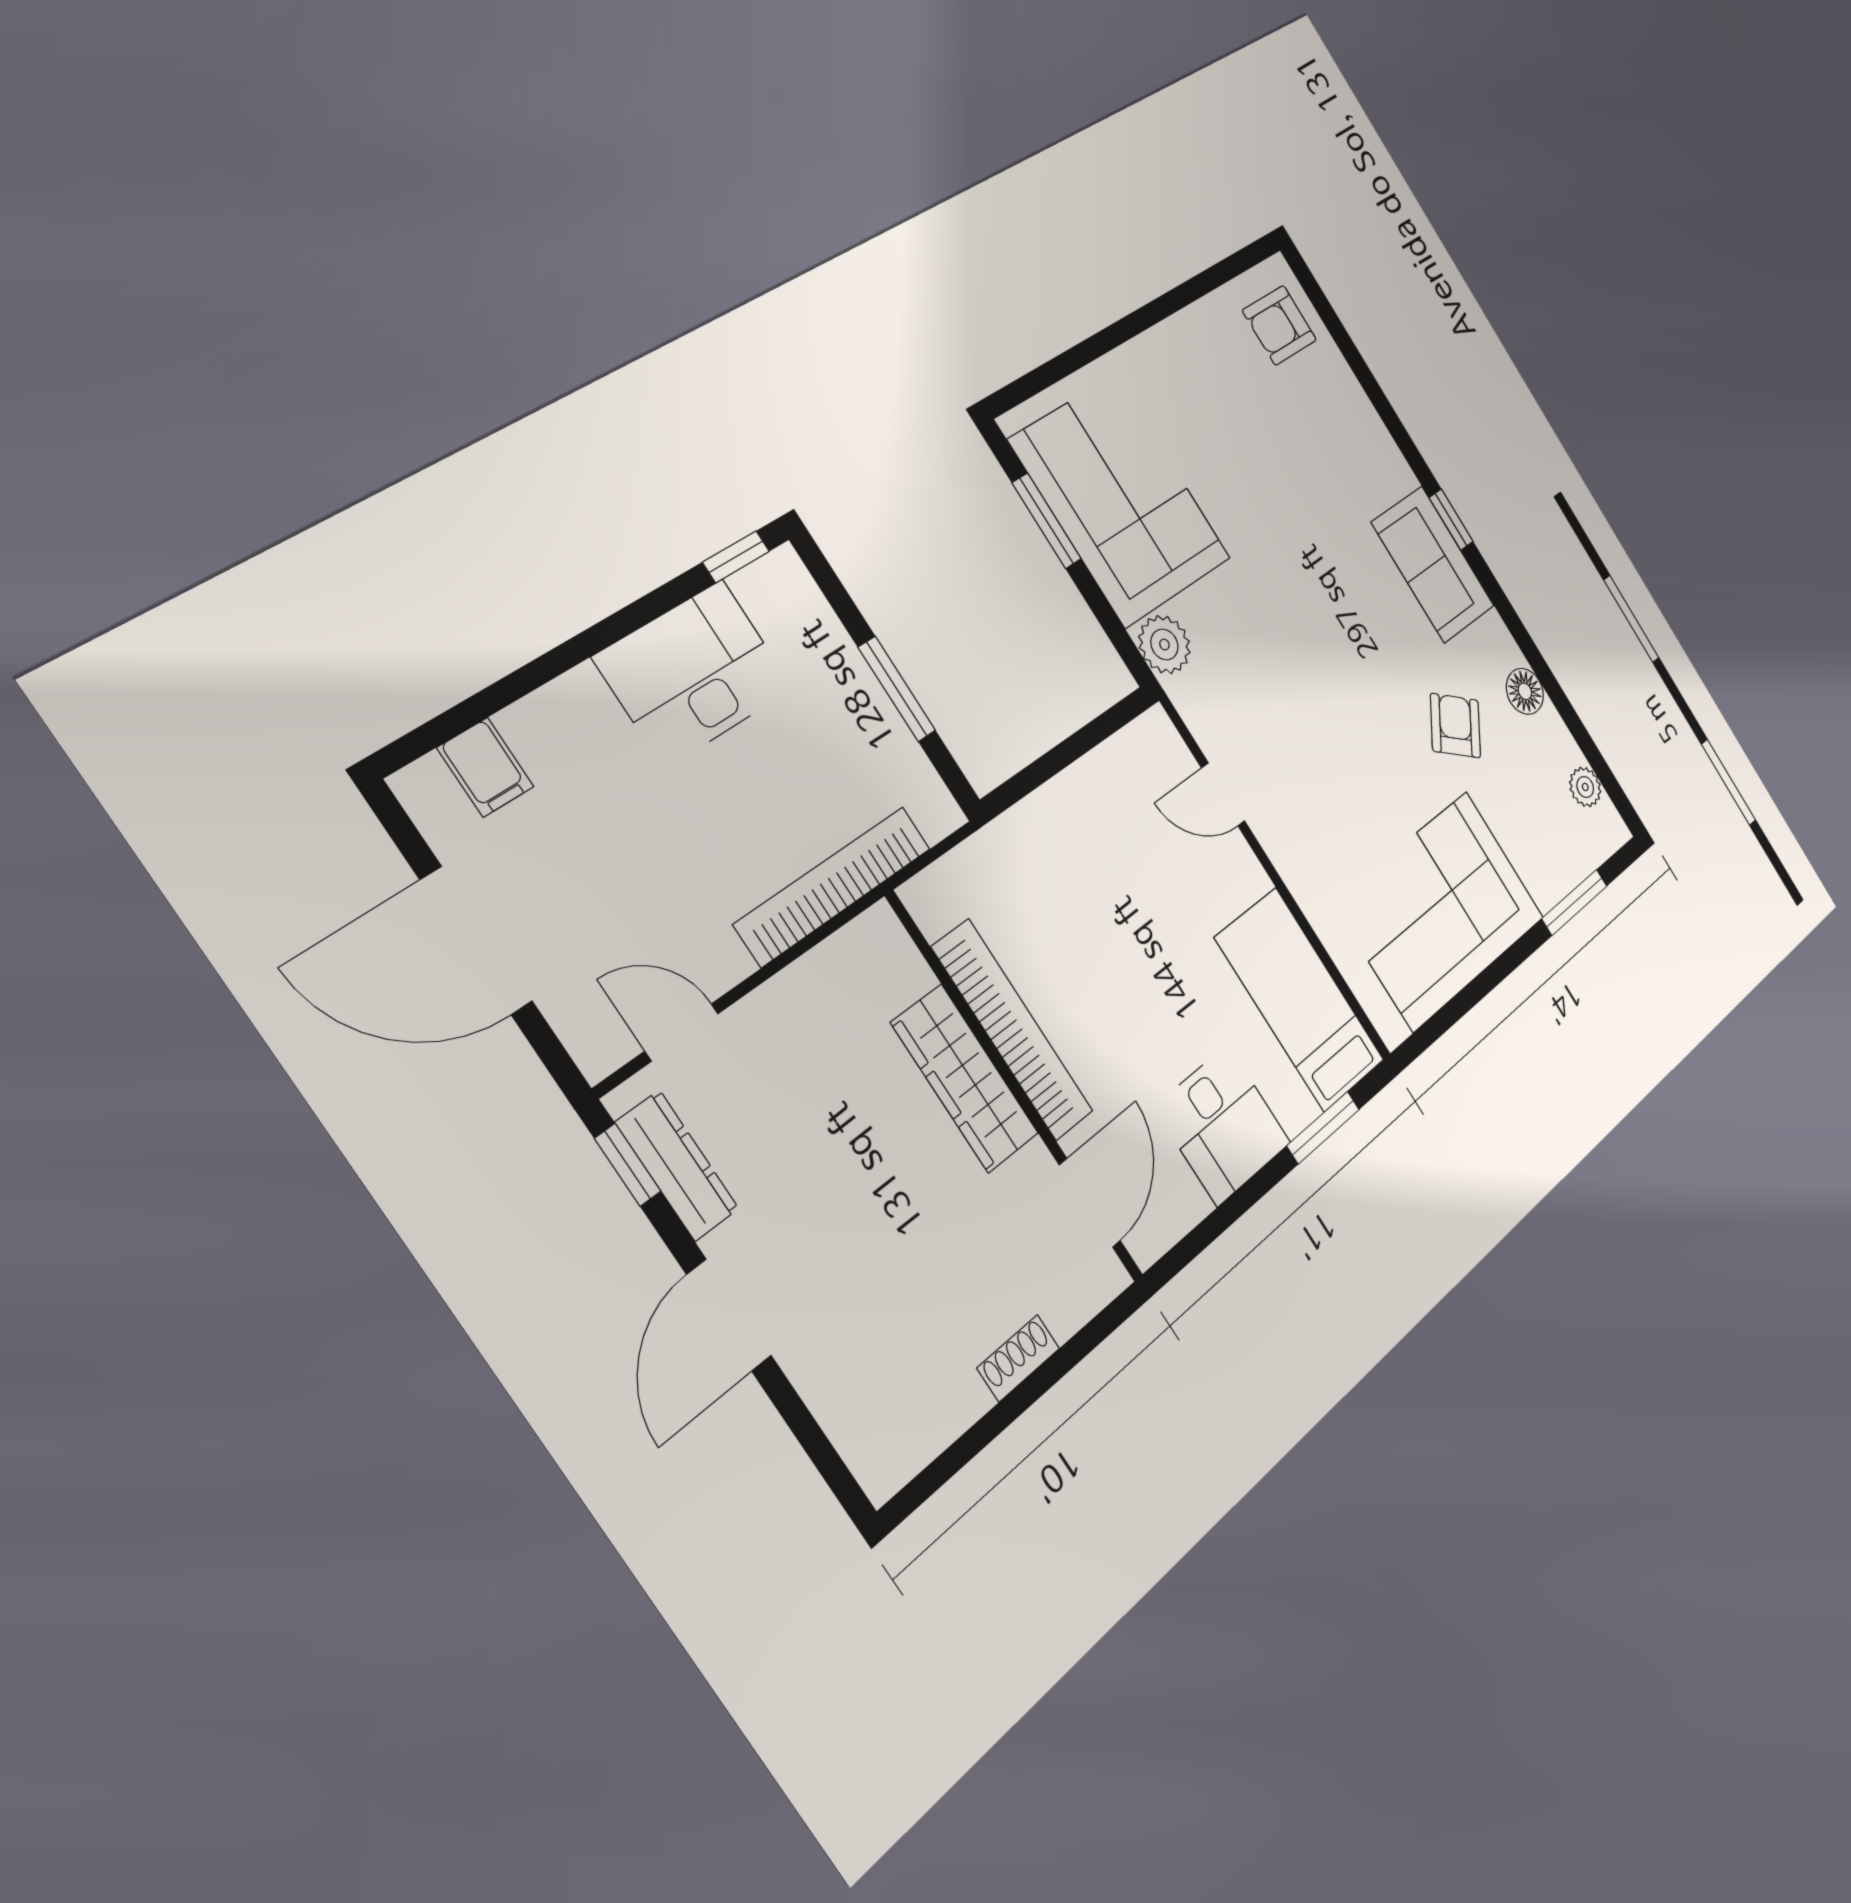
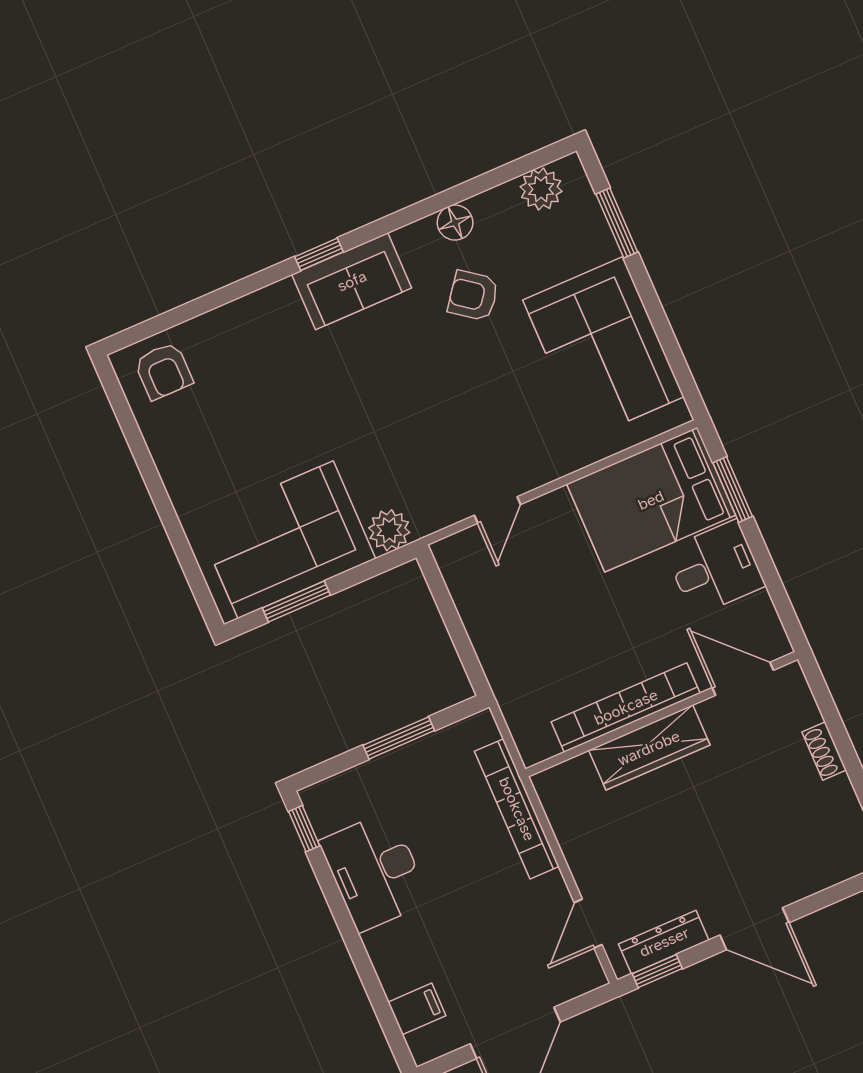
plant: (1585, 787) -> (541, 189), width x1.38, depth x1.38
bed: (1300, 999) -> (651, 500), width x1.50

